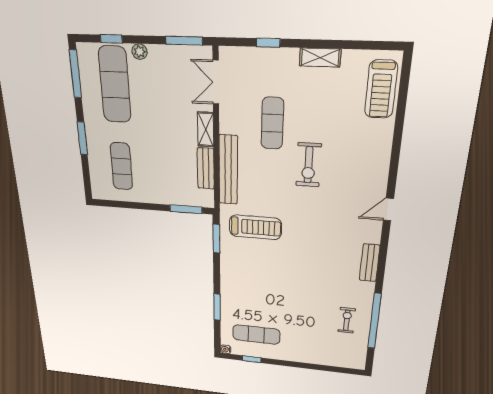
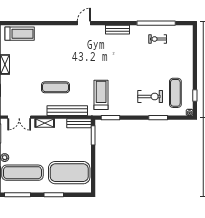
exercise mat: (272, 123) -> (55, 87), moved
exercise bike: (309, 165) -> (150, 97), moved
exercise mat: (121, 166) -> (69, 173), width x2.00, depth x1.45
bench: (206, 168) -> (79, 123), moved
door: (388, 209) -> (84, 23), swing flipped

